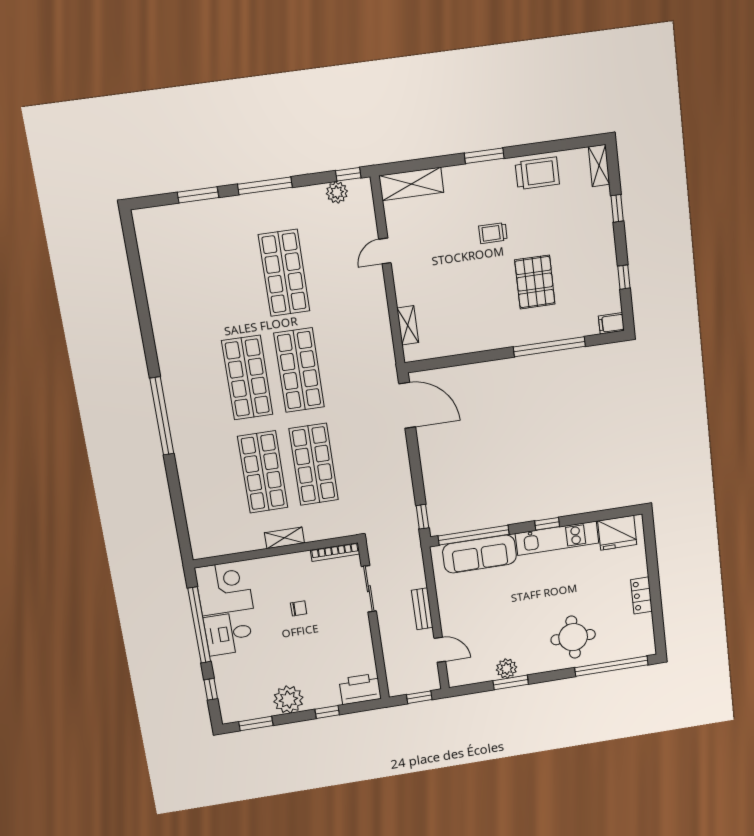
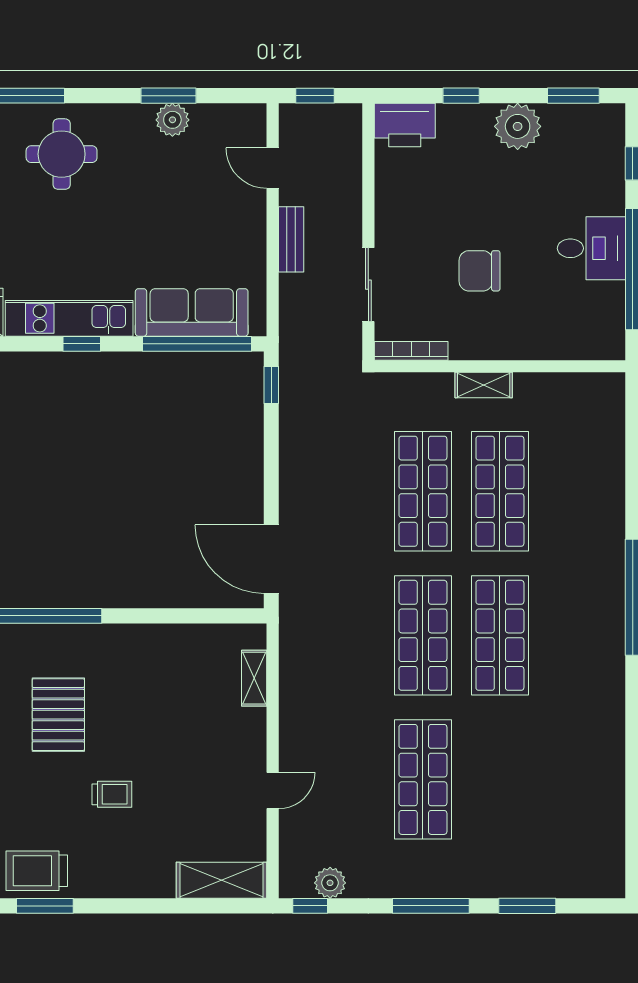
window: (484, 156) -> (45, 906), moved
corner desk: (224, 588) -> (586, 321), removed
chair: (299, 608) -> (480, 271), width x1.87, depth x1.87

